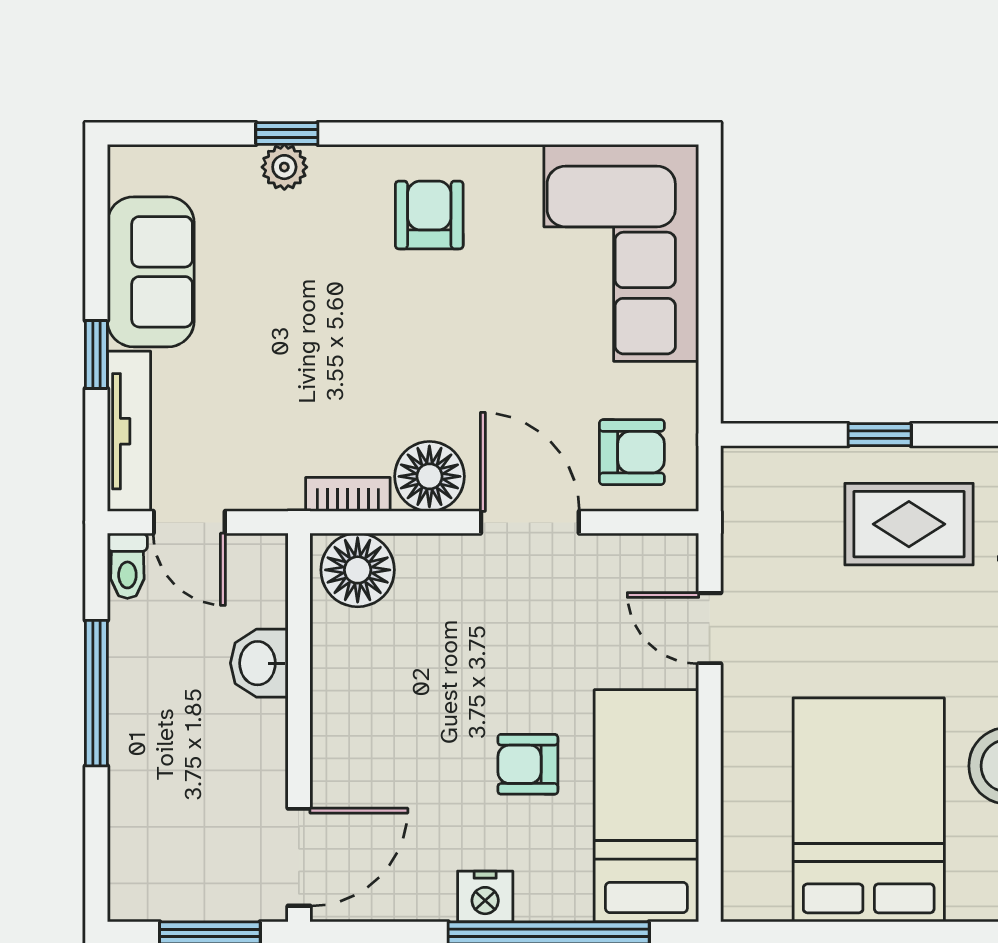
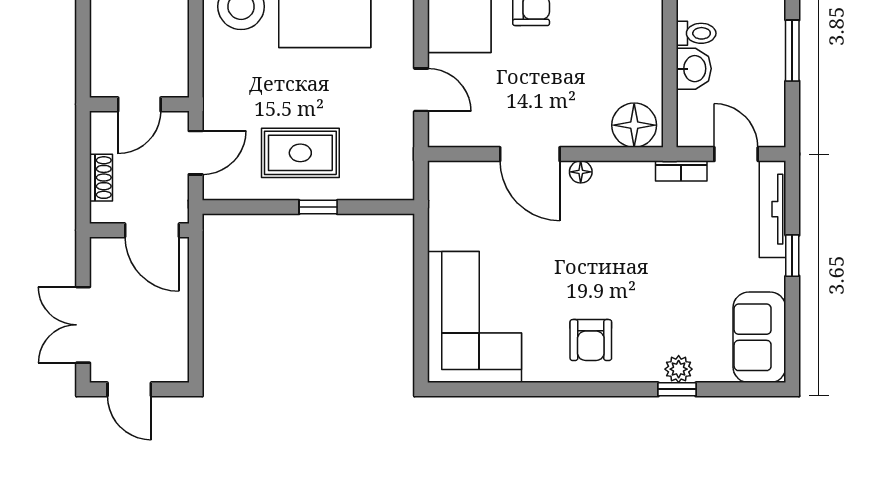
sofa: (151, 272) -> (759, 337), moved
armchair: (632, 452) -> (468, 196), removed
floor lamp: (429, 476) -> (581, 172), width x0.53, depth x0.53
bookcase: (348, 494) -> (681, 171), moved
toilet: (127, 566) -> (696, 33), moved, turned 90
window: (96, 693) -> (792, 51), width x0.69

